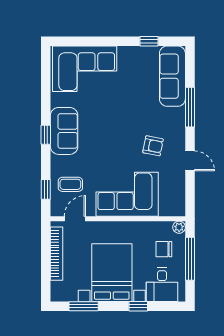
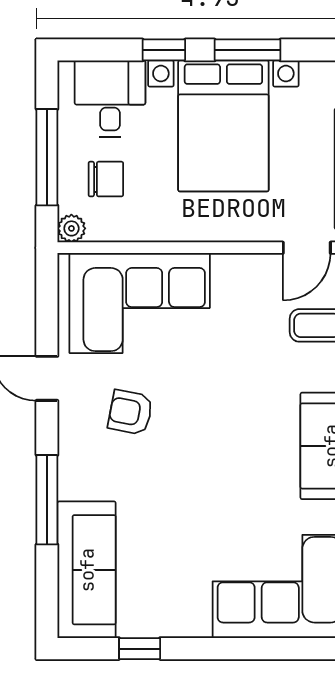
corner sofa: (127, 194) -> (140, 303), moved
window: (84, 306) -> (248, 50), moved

